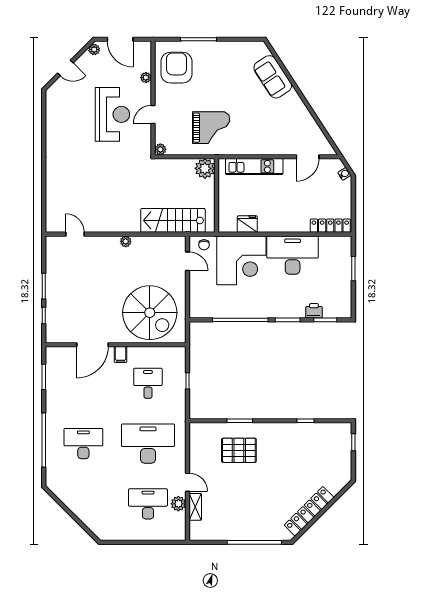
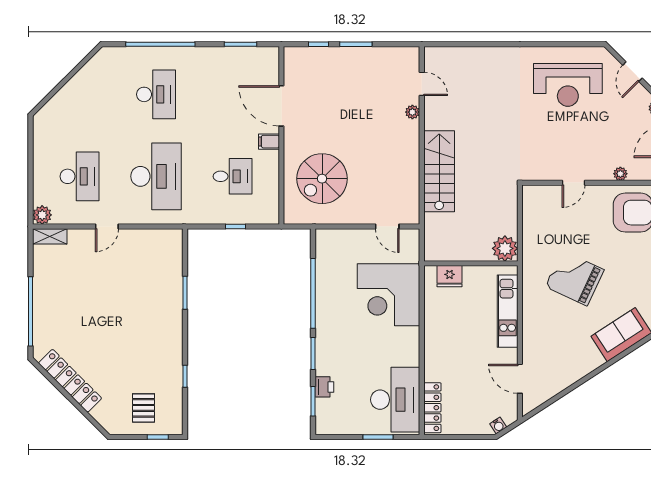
reception desk: (112, 114) -> (568, 85), moved
door: (153, 114) -> (573, 183), swing flipped
grand piano: (211, 128) -> (575, 278), moved, turned 115
plant: (160, 149) -> (529, 192), removed
stairs: (173, 220) -> (439, 171), moved
fridge: (247, 224) -> (450, 276), moved, turned 90
door: (75, 234) -> (422, 84), hinge flipped
plant: (126, 241) -> (412, 112), moved
chair: (204, 245) -> (408, 247), removed
desk: (293, 255) -> (395, 400), moved
door: (188, 261) -> (387, 227), hinge flipped
spiral stairs: (150, 313) -> (322, 179), width x0.73, depth x0.73
pallet: (239, 450) -> (143, 408), moved, width x0.67, depth x0.71
plant: (178, 504) -> (42, 215), moved
shelving: (195, 507) -> (50, 236), moved

